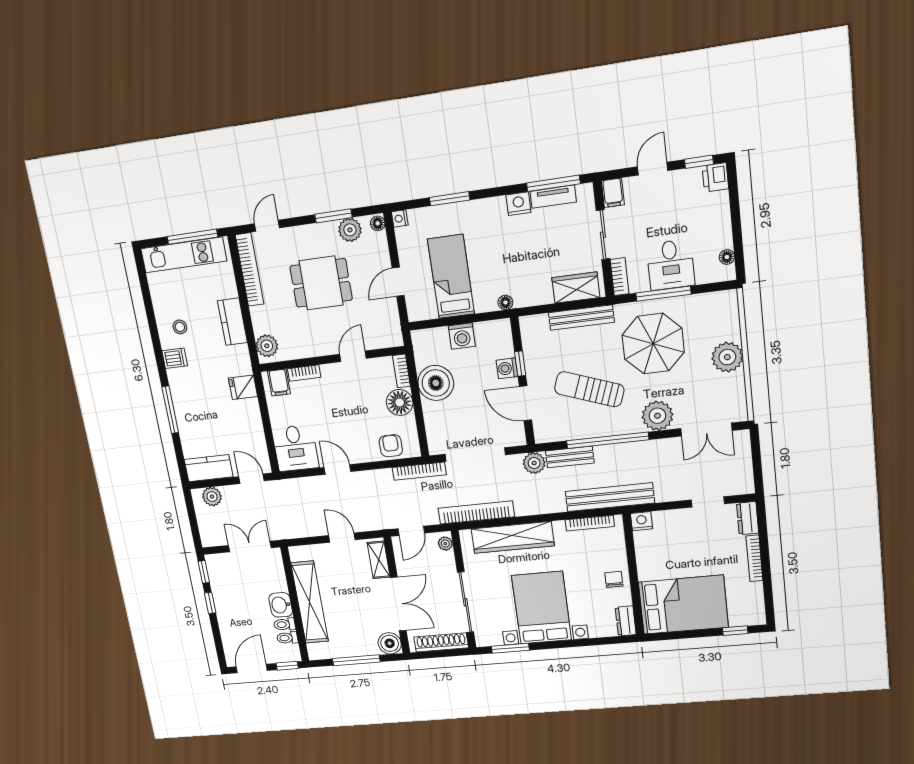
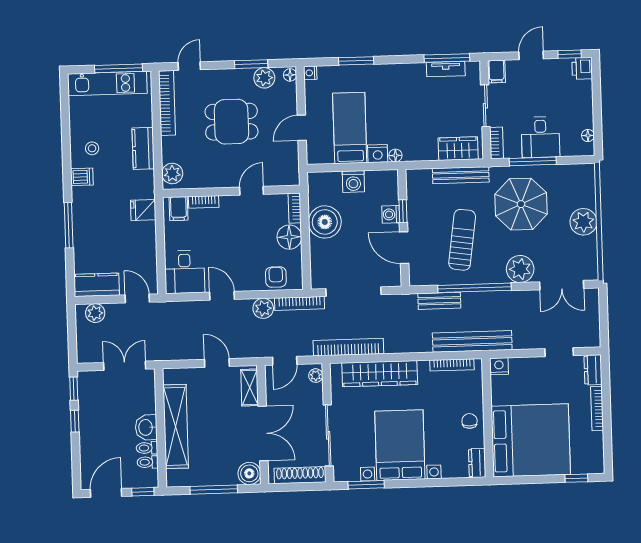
nightstand: (518, 204) -> (378, 154), moved, turned 180
sun lounger: (589, 389) -> (462, 240), turned 78
plant: (534, 463) -> (263, 308), moved
bed: (683, 605) -> (531, 440), width x1.36

